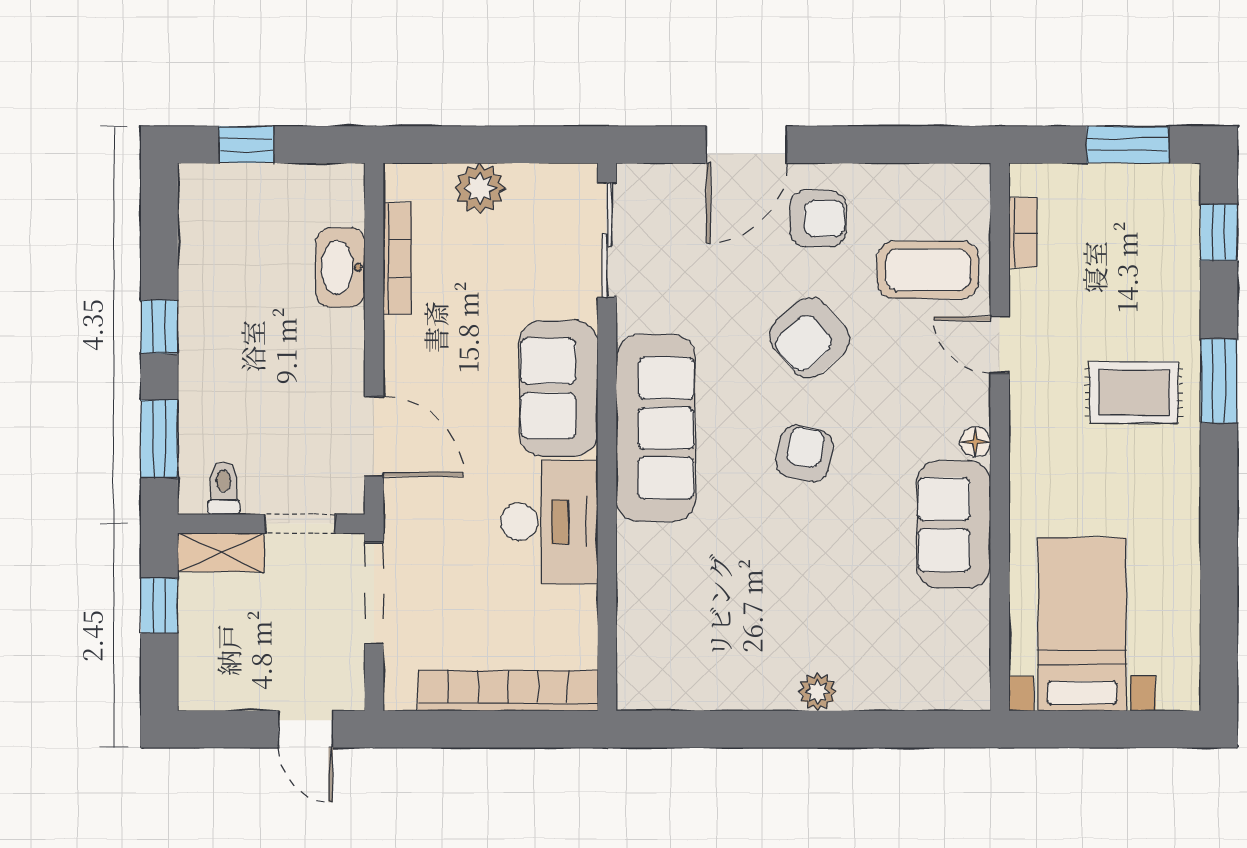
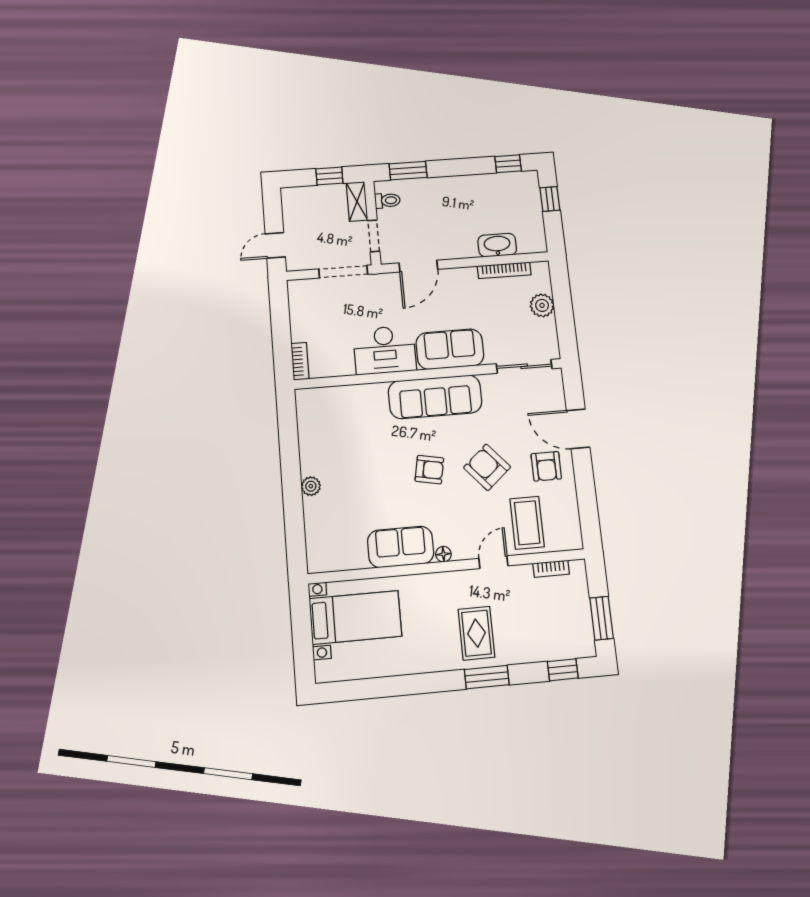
window: (159, 327) -> (508, 164), moved
bookcase: (508, 691) -> (300, 361), width x0.43, depth x0.76

